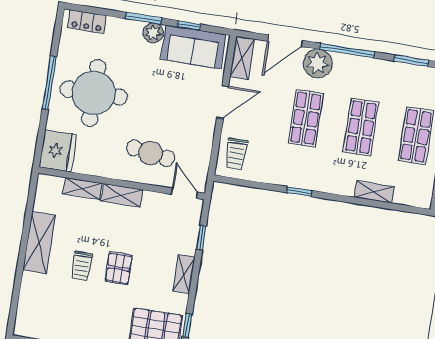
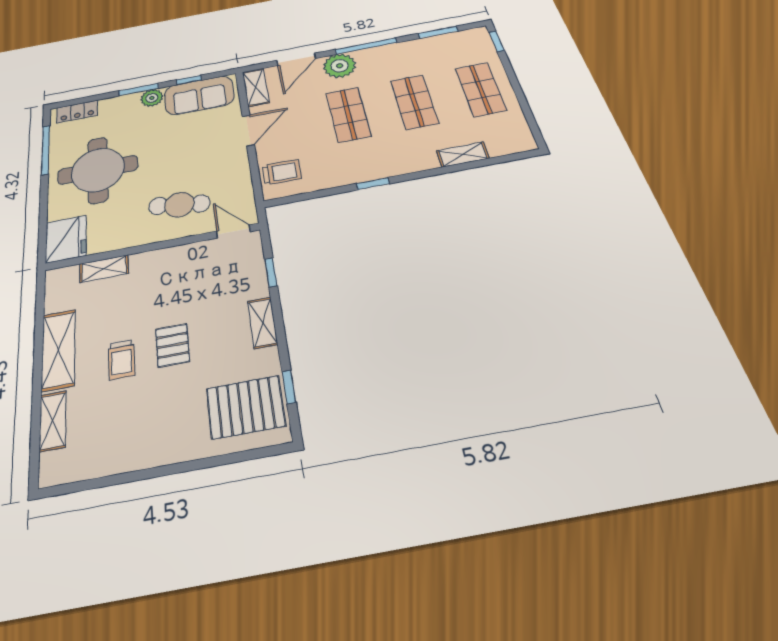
window: (49, 83) -> (46, 150), moved
trolley: (236, 154) -> (282, 172), turned -89
shelving: (122, 195) -> (53, 421), moved, turned 90

